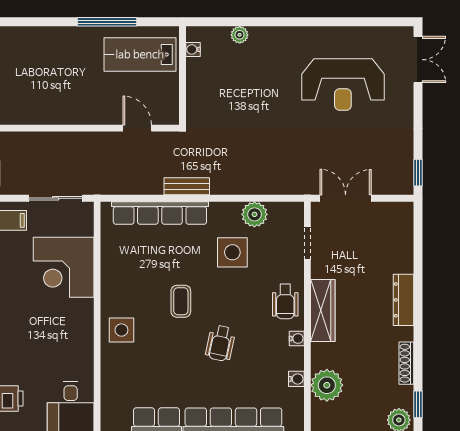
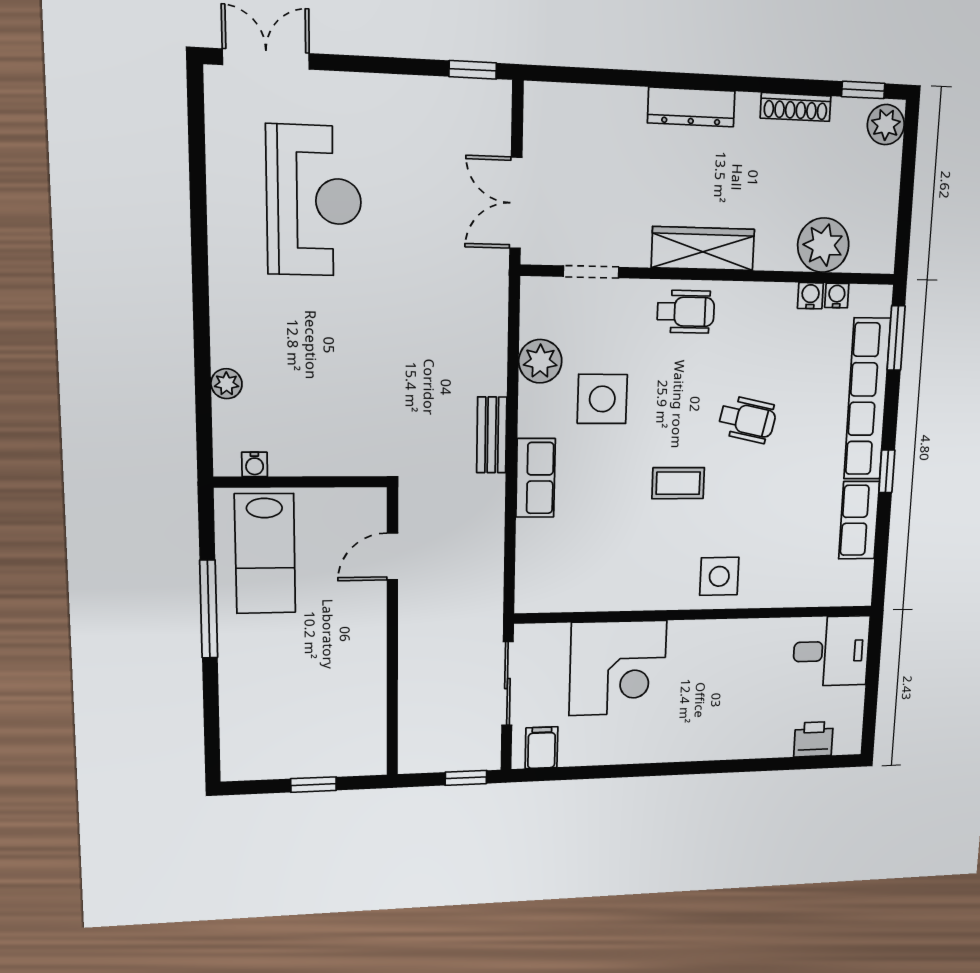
bench: (187, 186) -> (492, 435), moved
row of seats: (160, 213) -> (536, 478), width x0.50
water cooler: (297, 339) -> (837, 296), moved

